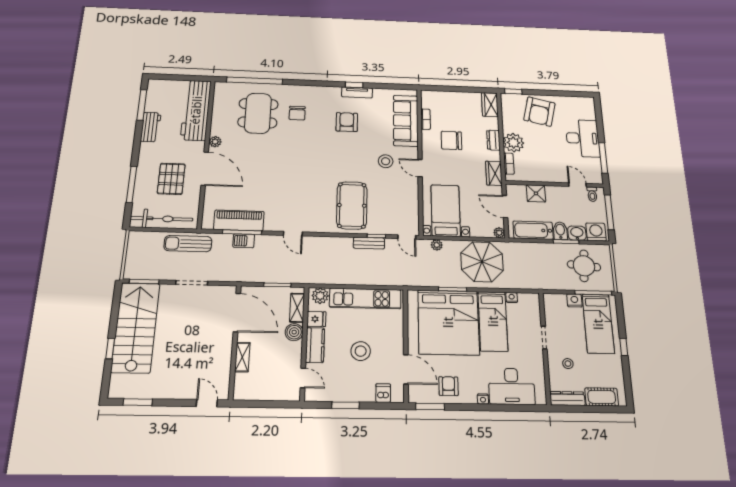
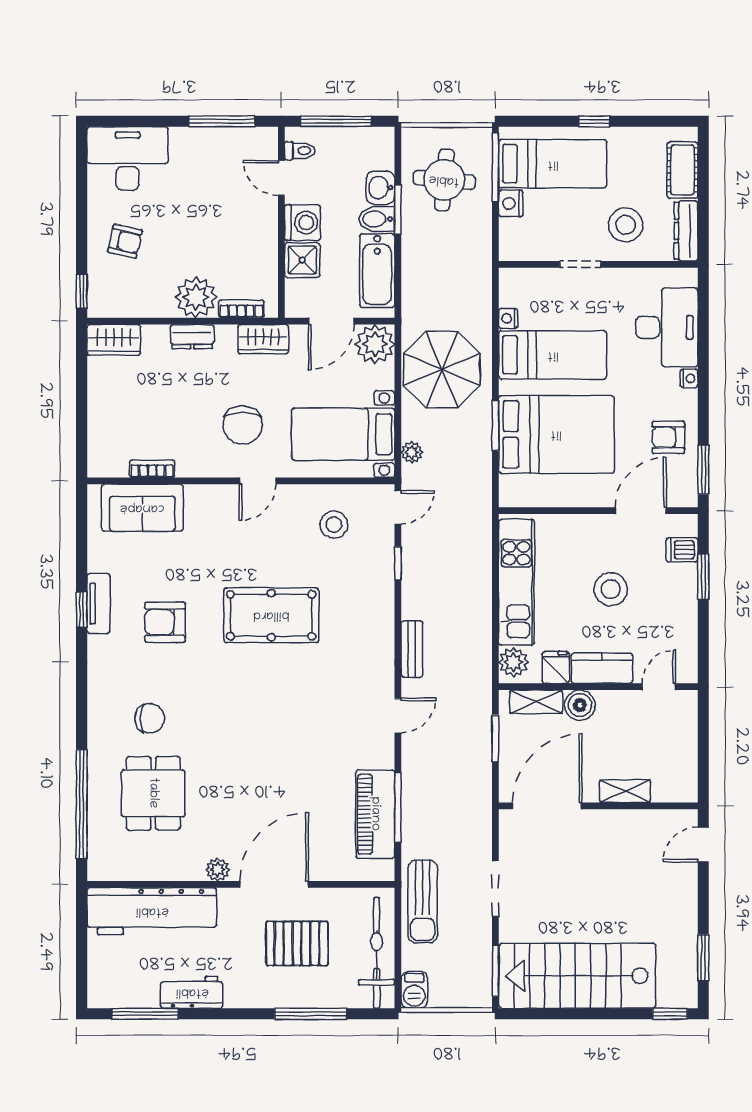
armchair: (539, 112) -> (125, 241), width x0.53, depth x0.53
dining table: (258, 113) -> (153, 793), width x0.73
sofa: (406, 121) -> (142, 508), width x0.73
desk: (583, 138) -> (128, 159), moved
chair: (451, 140) -> (243, 425), moved
stool: (386, 161) -> (334, 525), moved
door: (577, 185) -> (281, 178), hinge flipped
pool table: (352, 205) -> (271, 615), moved
washing machine: (596, 232) -> (303, 223), moved, turned 180
plant: (499, 233) -> (375, 344), width x1.88, depth x1.88
barbecue: (244, 241) -> (414, 990), moved
bench: (369, 243) -> (412, 649), moved
bed: (448, 322) -> (556, 434), width x0.73
window: (110, 349) -> (670, 1014), moved
stool: (568, 364) -> (626, 225), width x1.89, depth x1.89
window: (346, 405) -> (703, 577), moved

